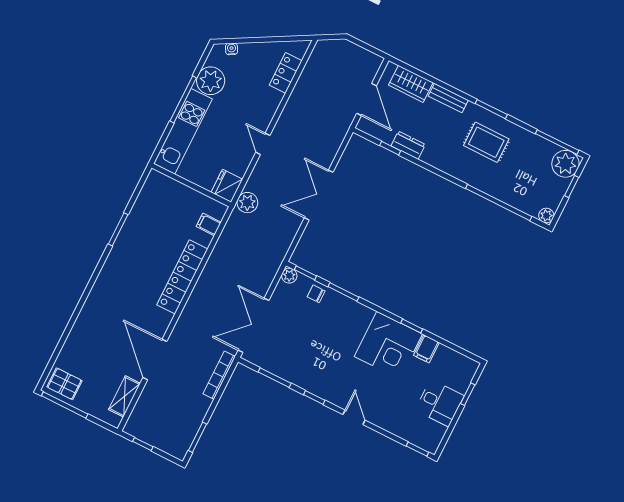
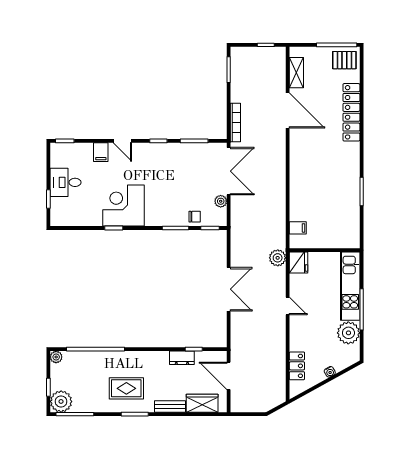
water cooler: (232, 49) -> (330, 372), moved
plant: (289, 276) -> (221, 201), moved
locker: (182, 277) -> (351, 112), moved, turned 180
filing cabinet: (426, 349) -> (101, 152), moved, turned 180

